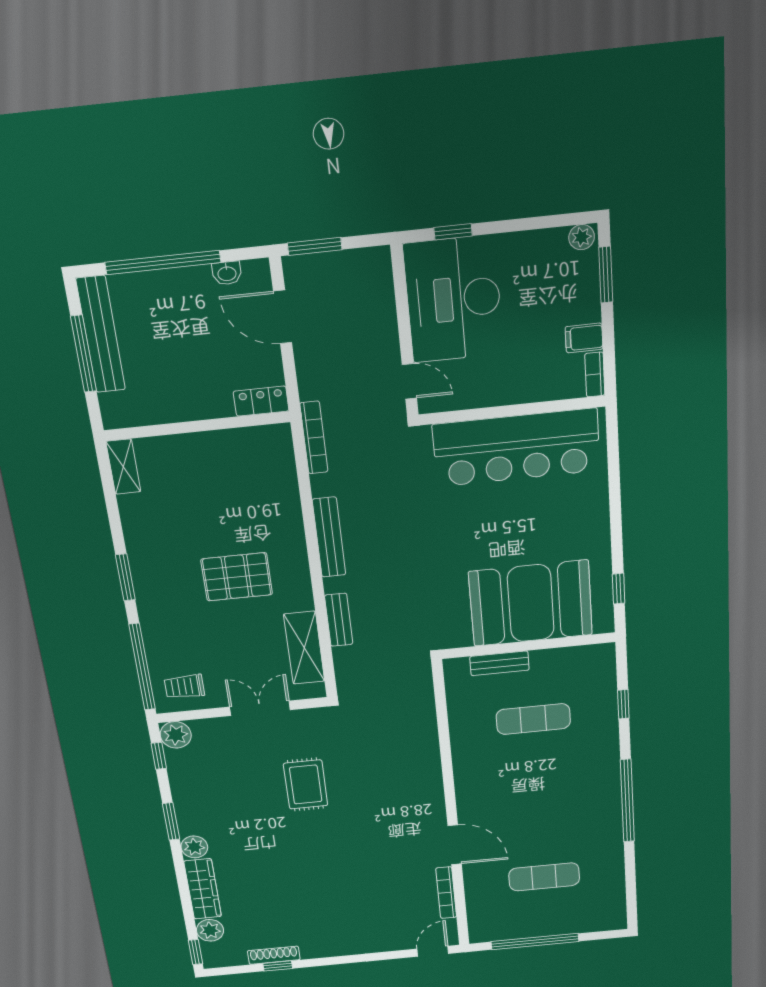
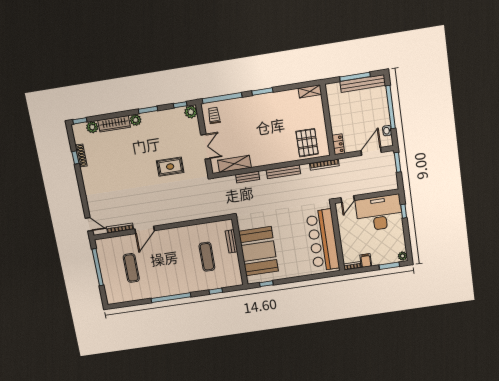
pallet: (237, 577) -> (307, 143), moved

